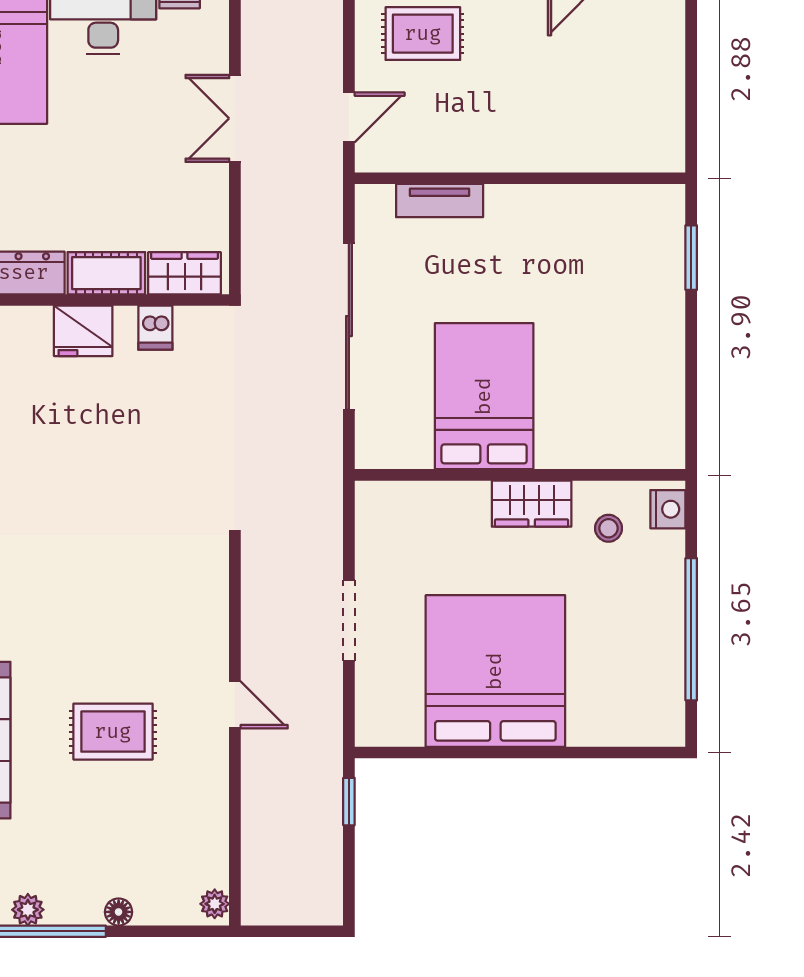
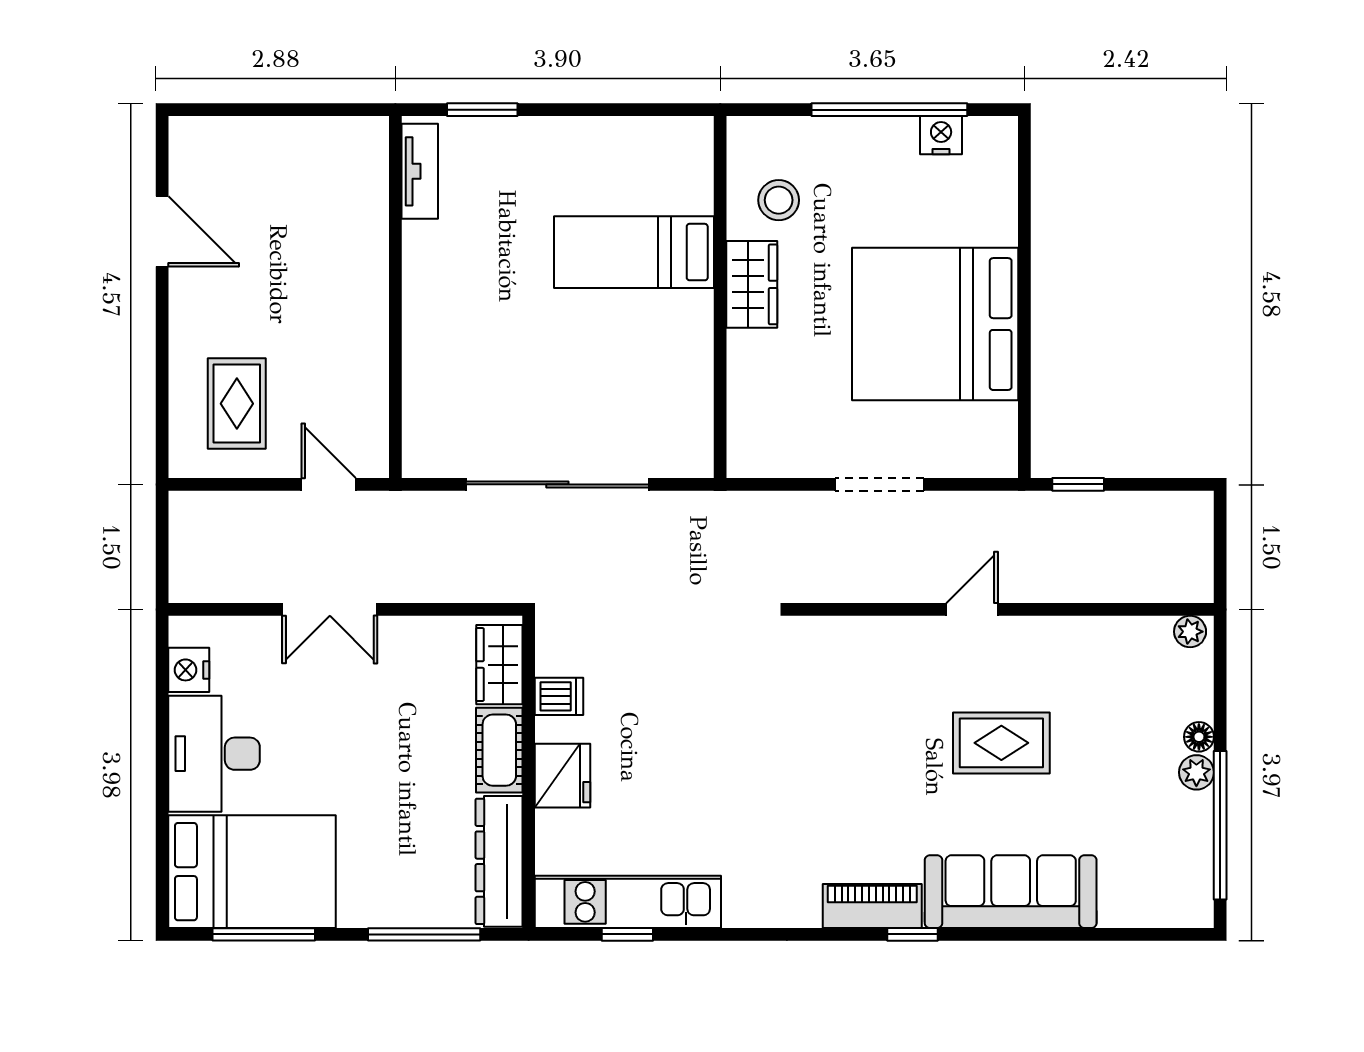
tv unit: (440, 201) -> (420, 171), moved
bed: (484, 396) -> (634, 252), moved, width x0.67
nightstand: (668, 509) -> (941, 135), moved
stool: (609, 528) -> (779, 200), width x1.37, depth x1.37
rug: (113, 732) -> (1001, 743), turned 90
plant: (28, 910) -> (1196, 772), moved

